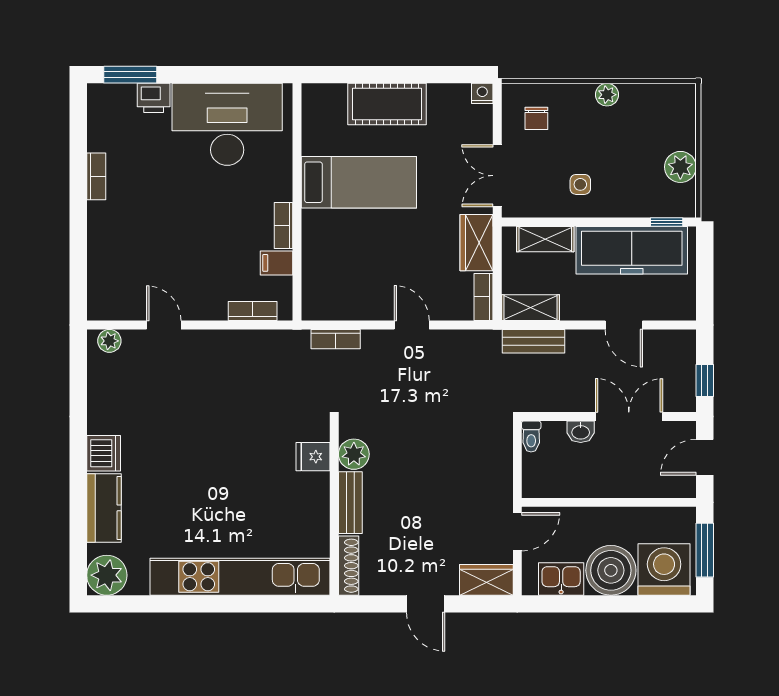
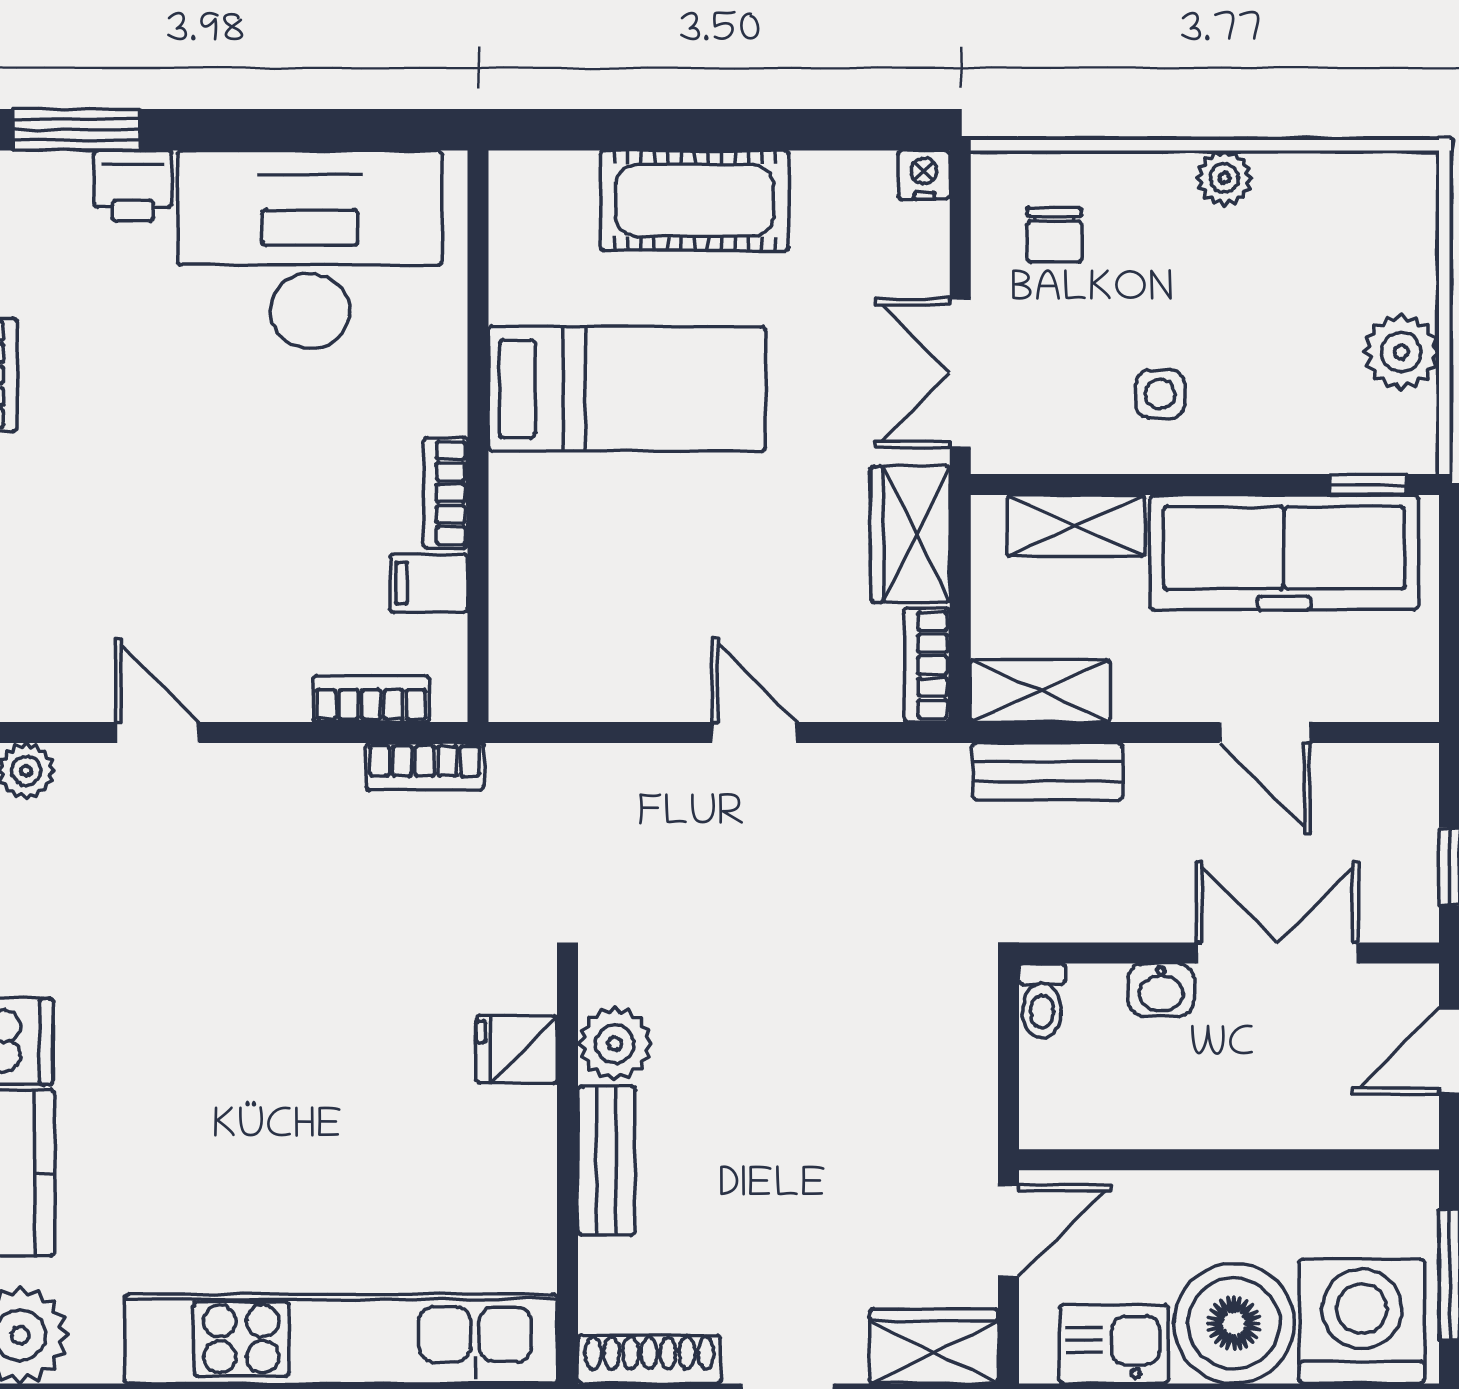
bookcase: (336, 339) -> (425, 766), moved
shoe rack: (349, 566) -> (649, 1359), moved, turned -90

